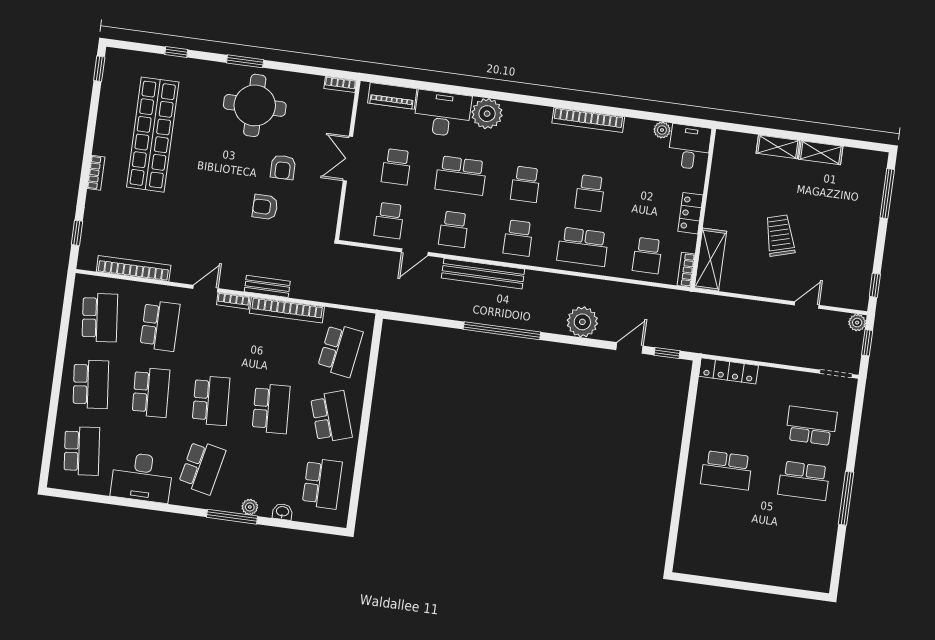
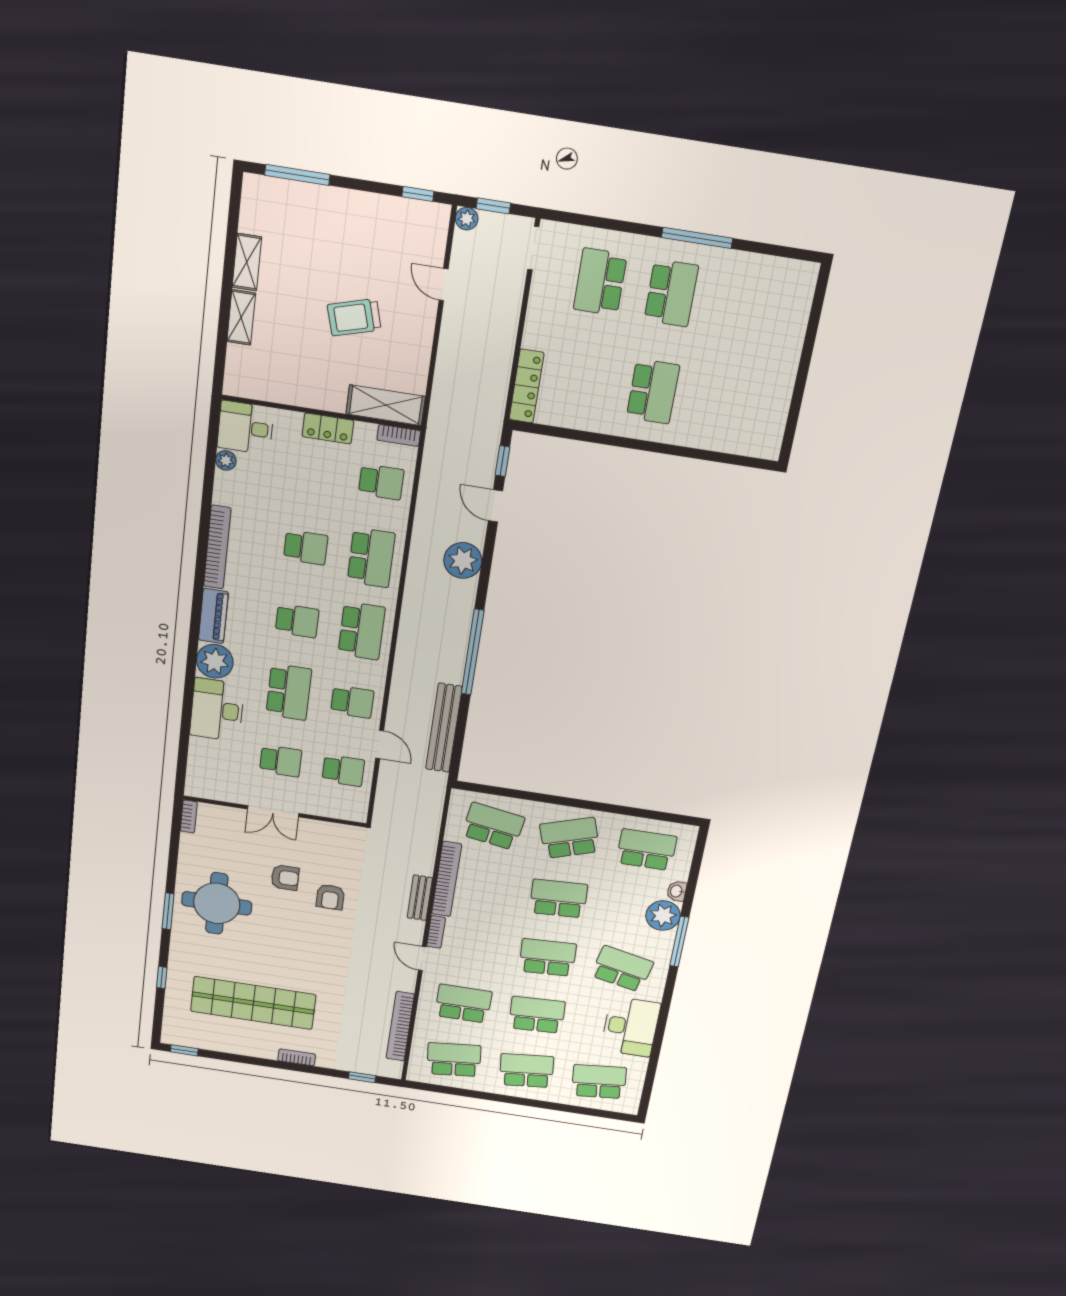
piano: (392, 96) -> (213, 616), moved
school desk: (518, 238) -> (362, 631), width x1.85
bench: (483, 274) -> (444, 728), moved
plant: (250, 507) -> (663, 916), width x1.88, depth x1.88

